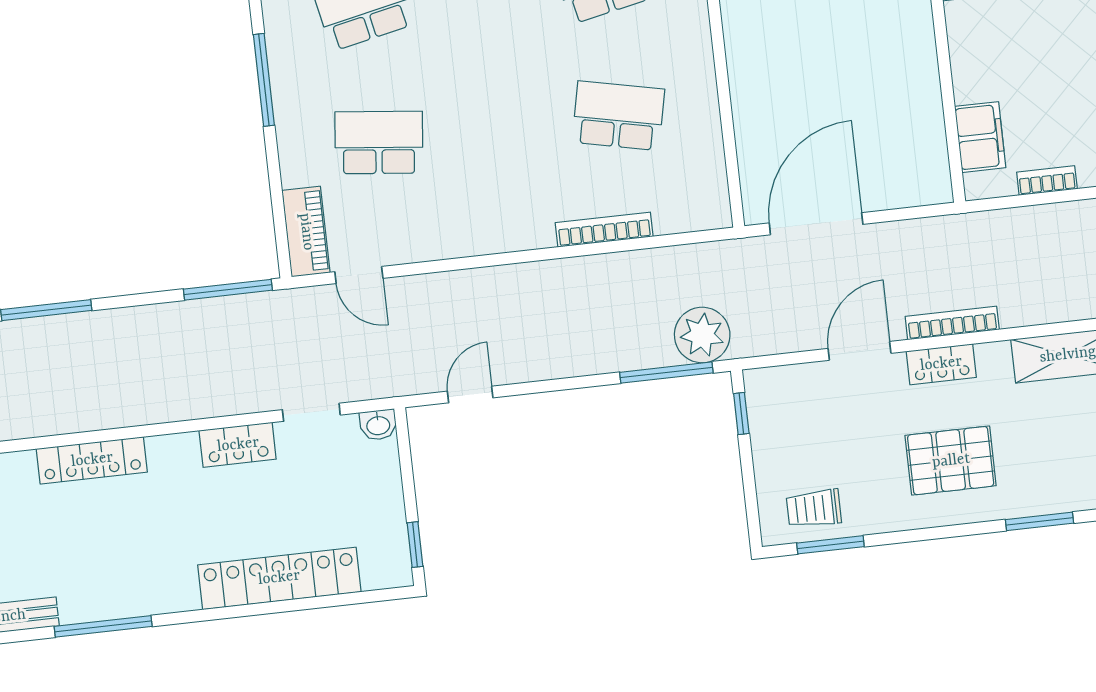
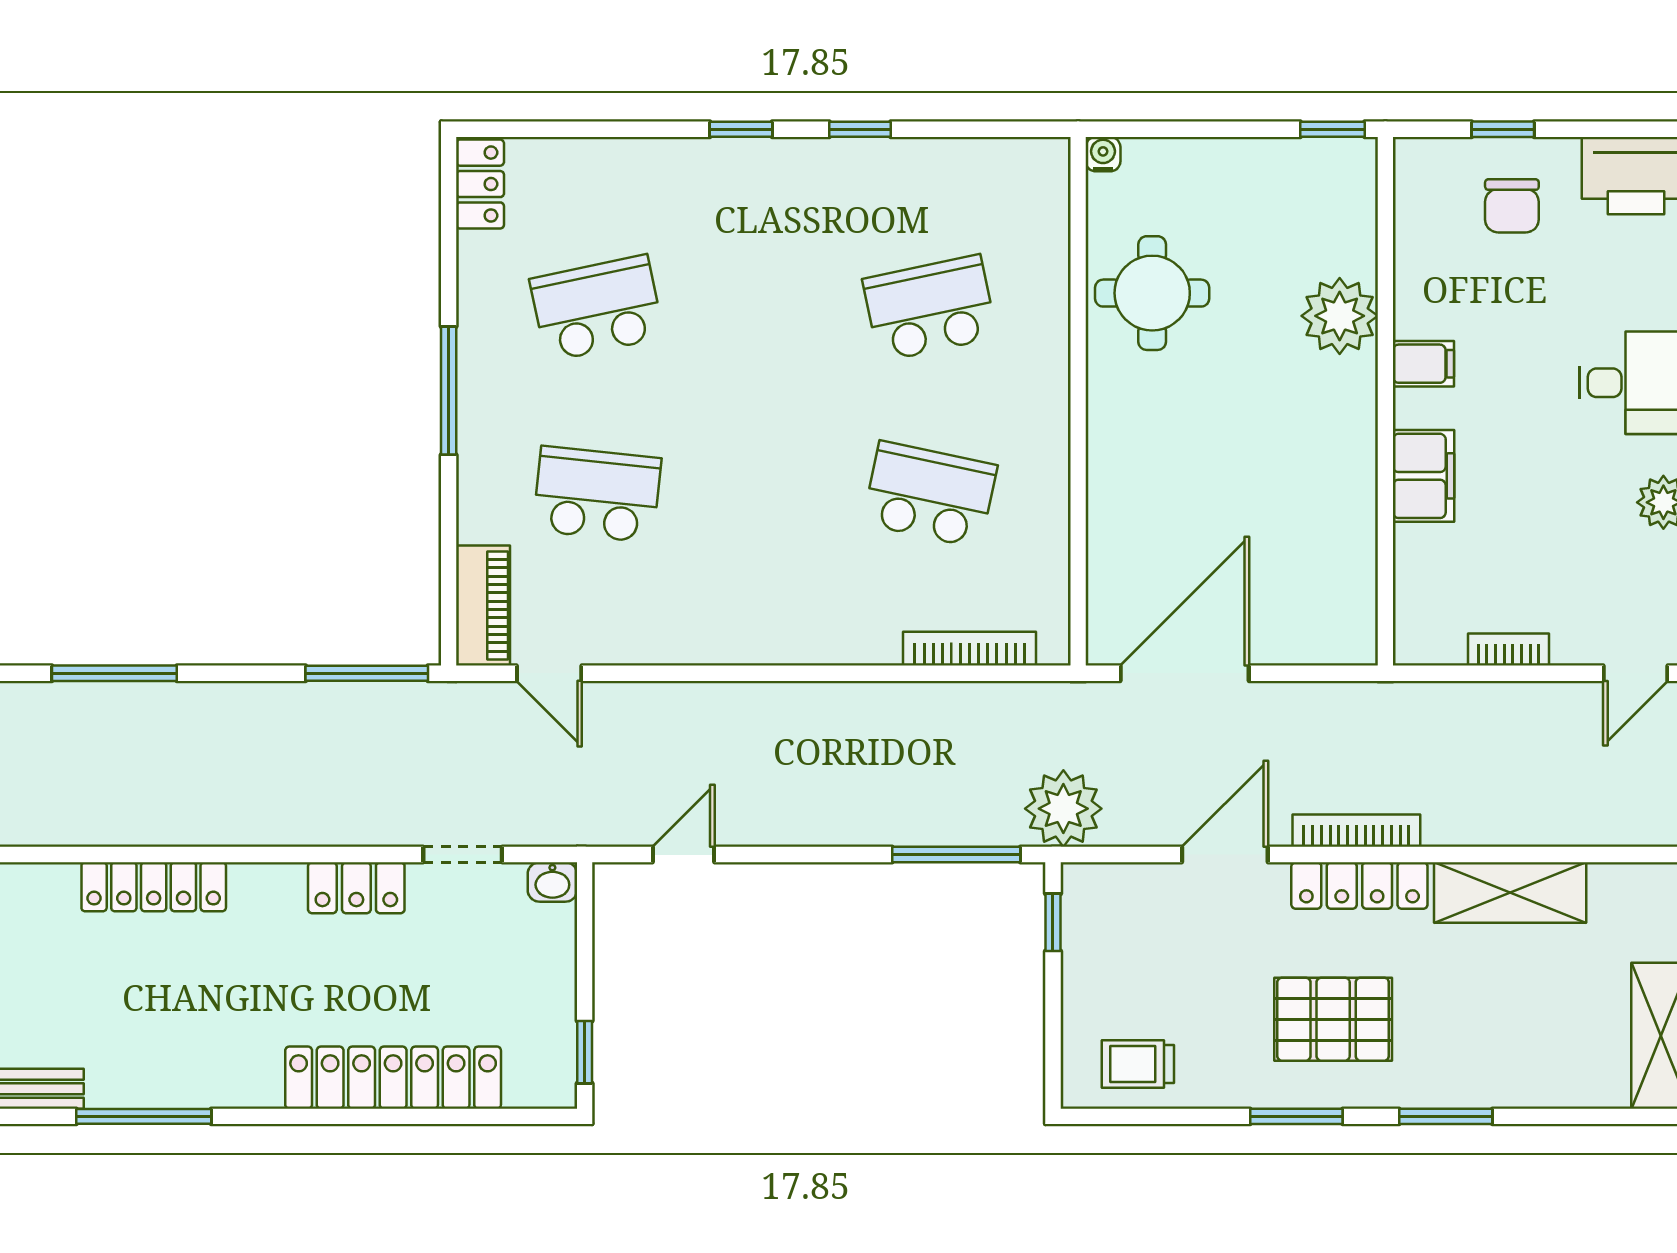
filing cabinet: (980, 137) -> (1424, 476), moved
bookcase: (604, 230) -> (970, 649), moved
plant: (702, 335) -> (1063, 809), moved
locker: (941, 364) -> (1359, 885), width x1.53
window: (830, 545) -> (1296, 1116), moved

